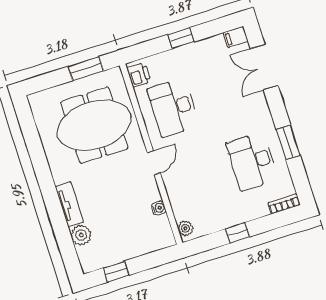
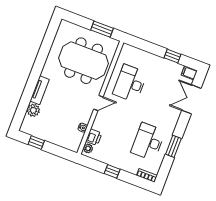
window: (181, 38) -> (173, 56), moved
printer: (139, 75) -> (94, 137), moved

